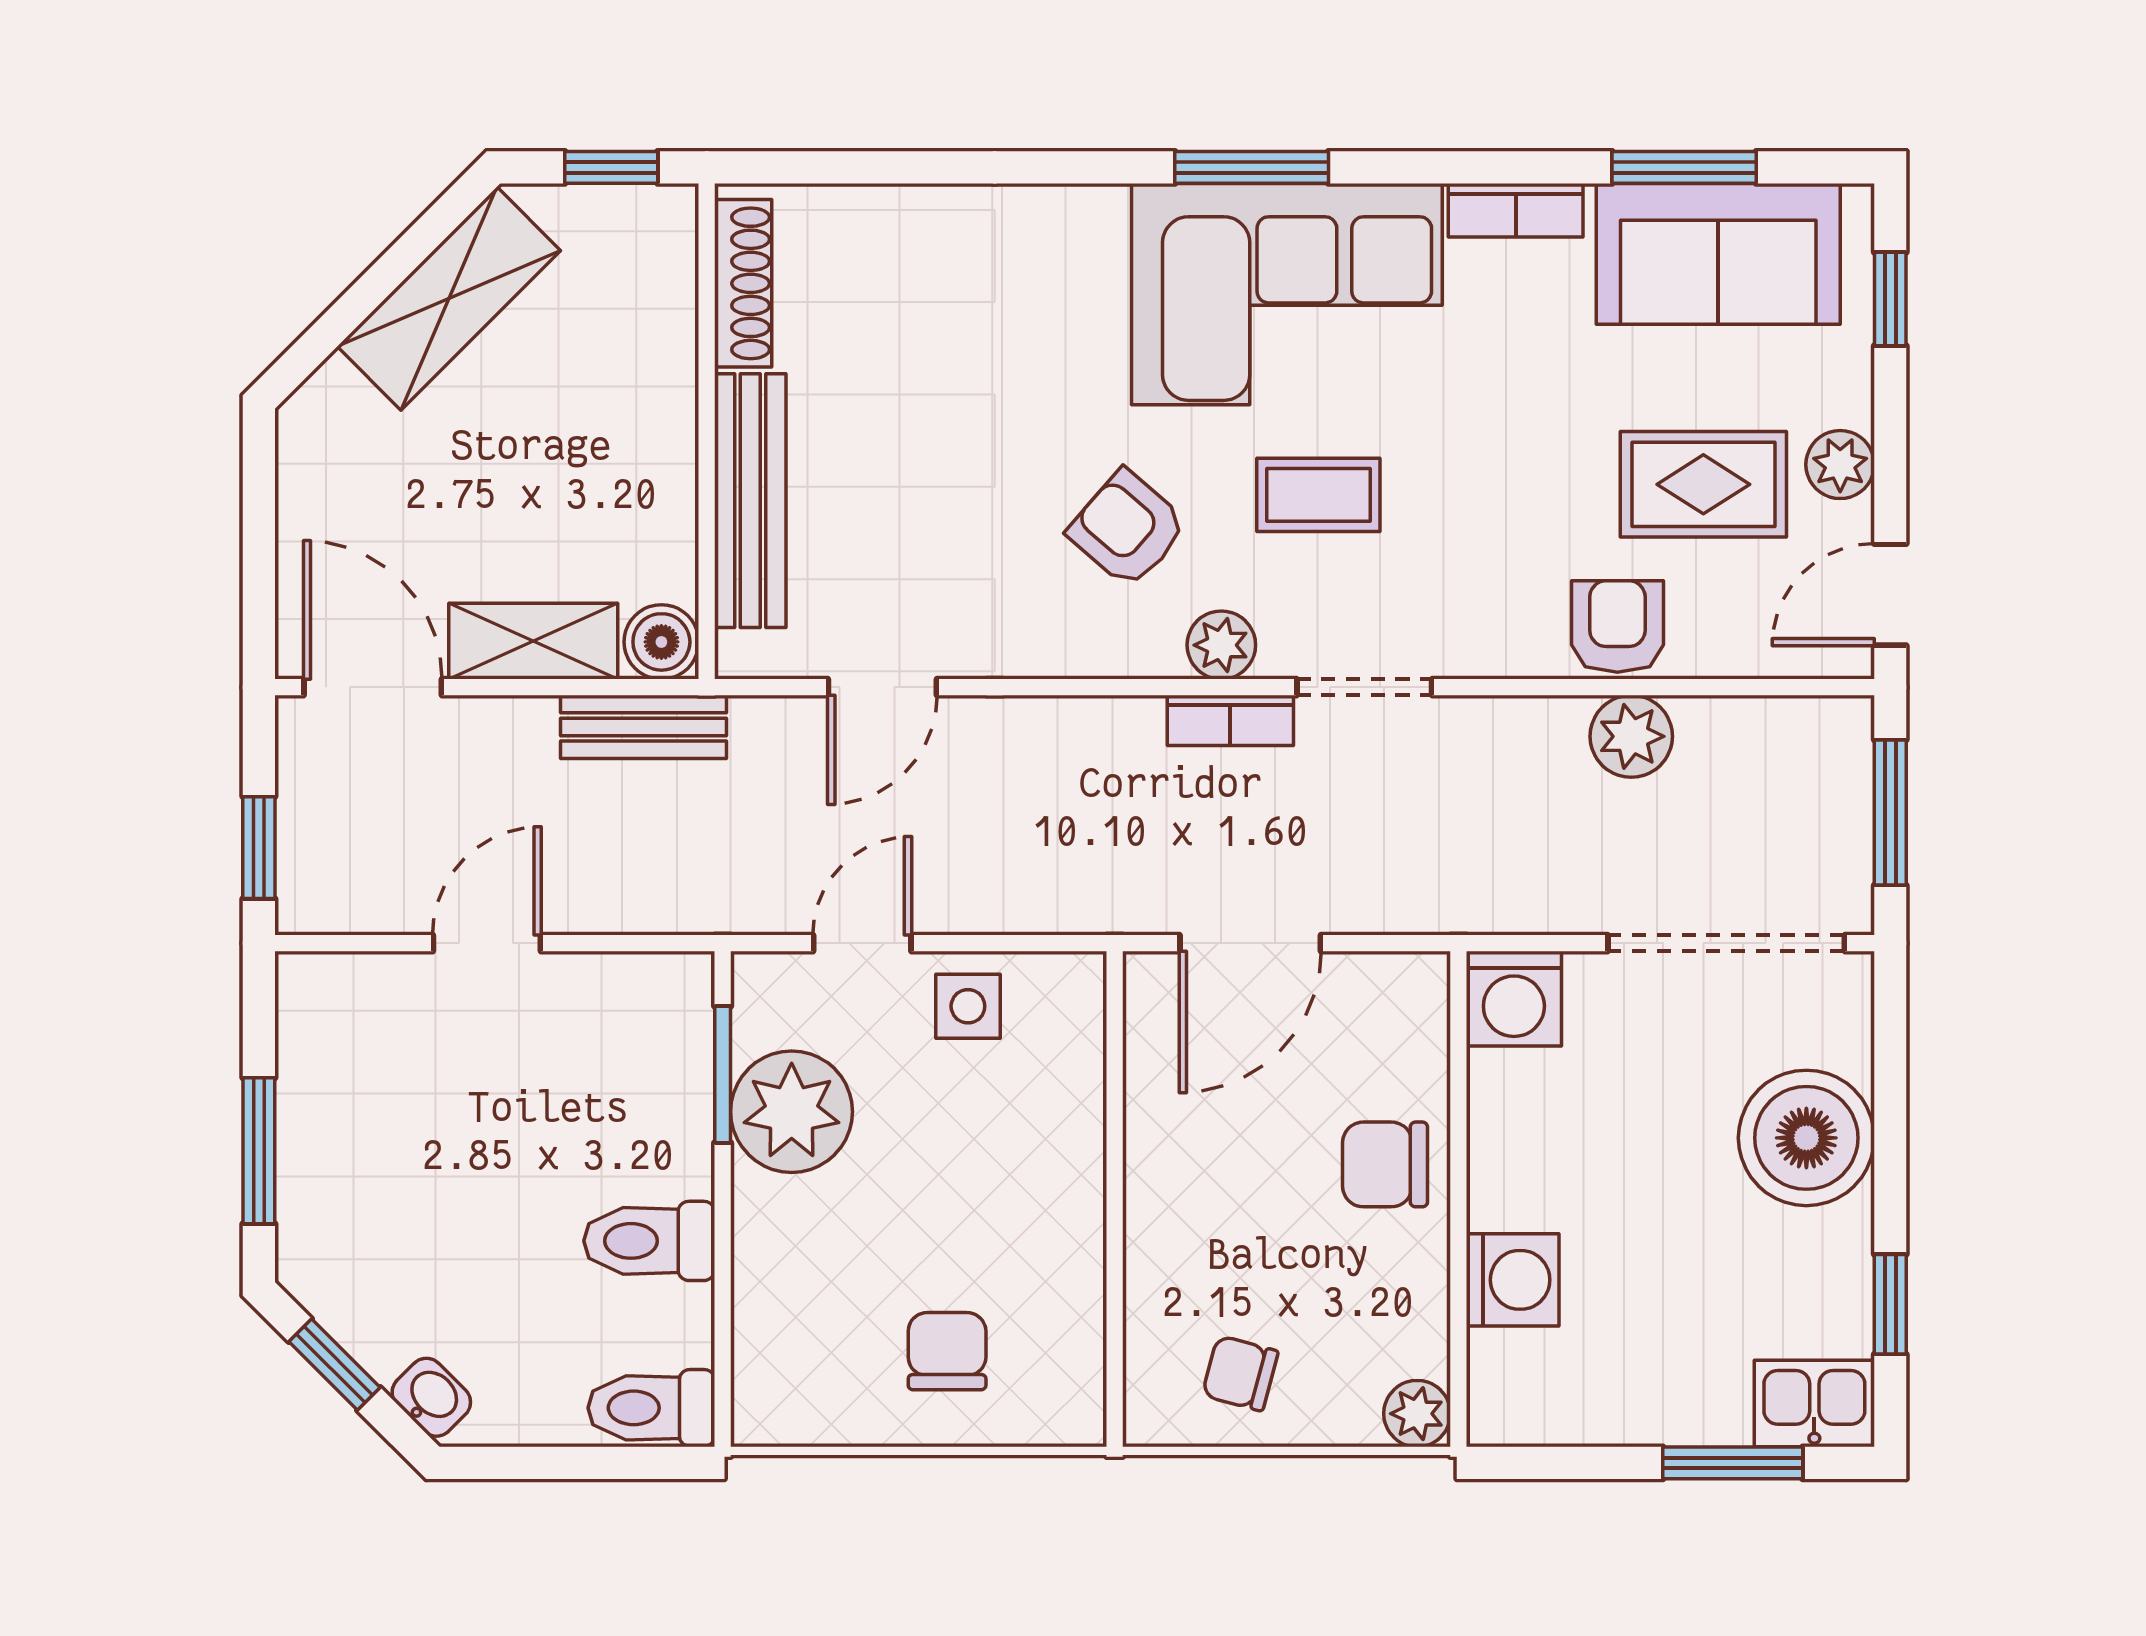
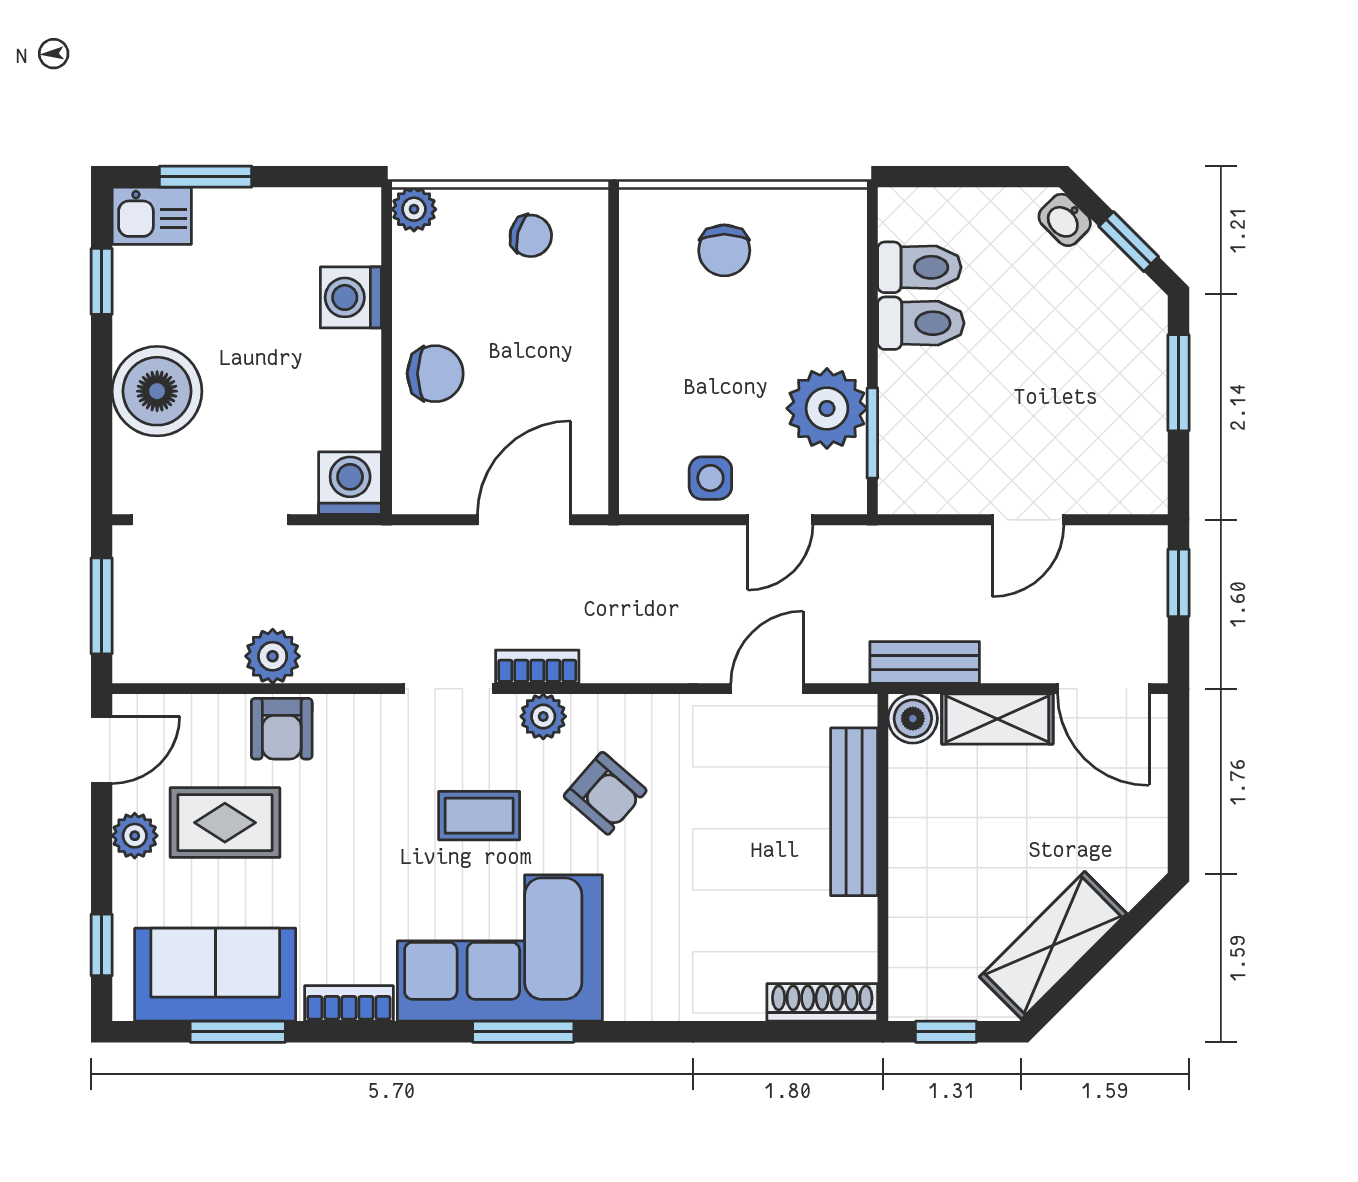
shoe rack: (743, 283) -> (822, 1002), moved, turned 90
toilet: (651, 1408) -> (919, 267), moved

